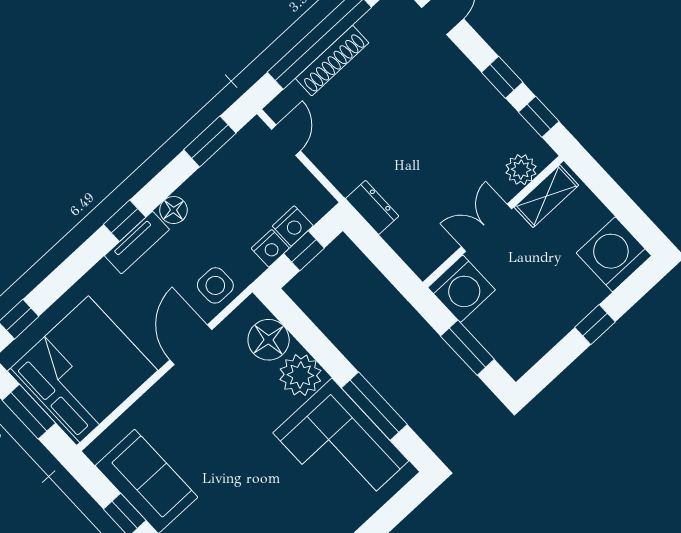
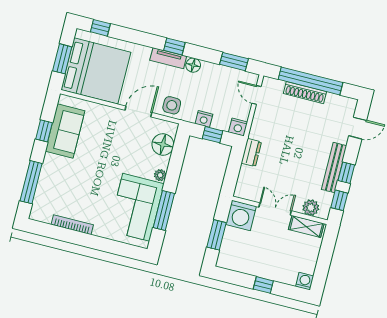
bench: (481, 91) -> (334, 168), added
door: (286, 140) -> (256, 95), swing flipped
nightstand: (293, 226) -> (238, 127), moved
washing machine: (614, 254) -> (305, 281), width x0.53, depth x0.53
plant: (300, 375) -> (160, 175), width x0.53, depth x0.53

